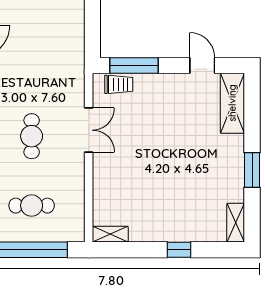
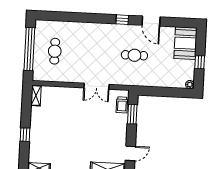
window: (134, 65) -> (132, 114), width x0.69
cafe table: (32, 136) -> (134, 55), moved

